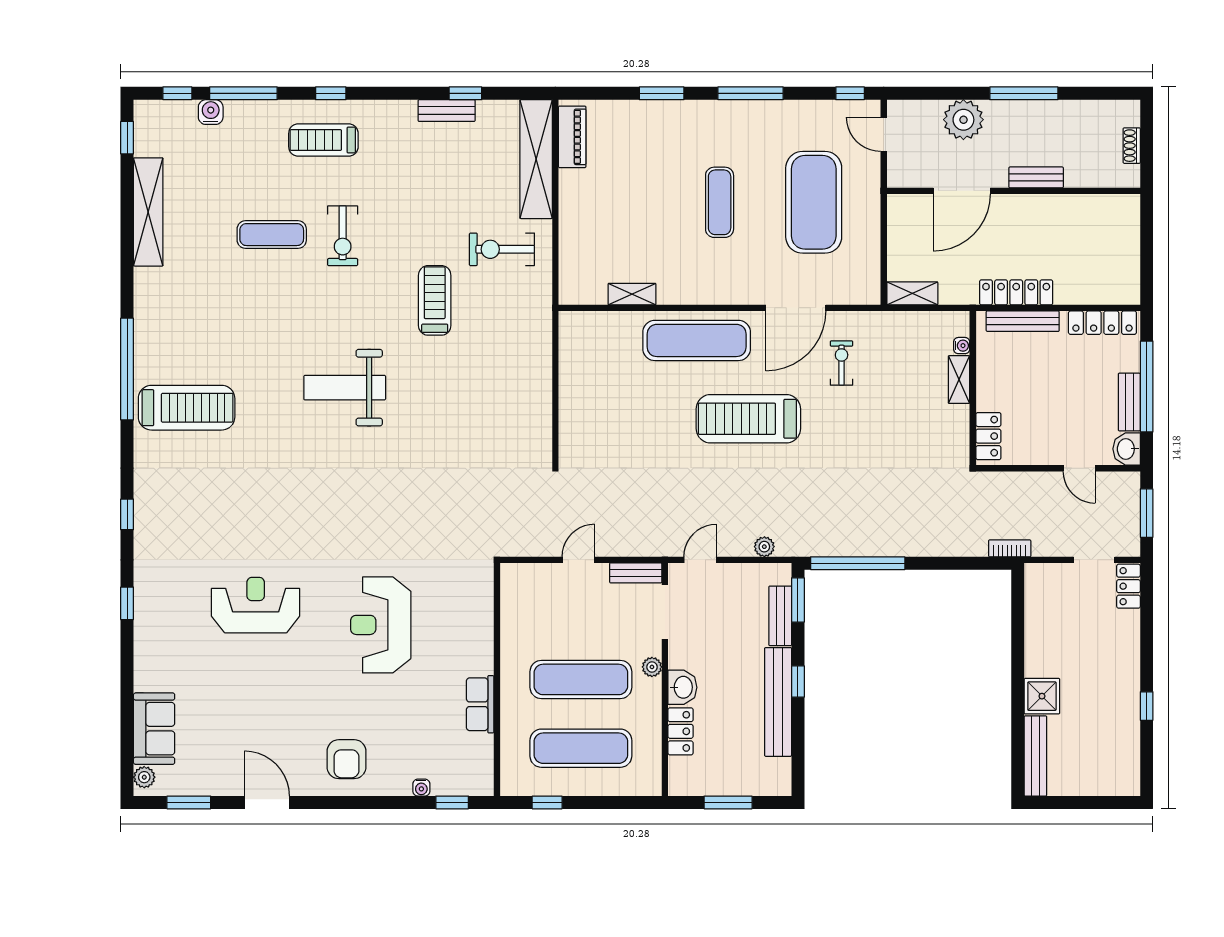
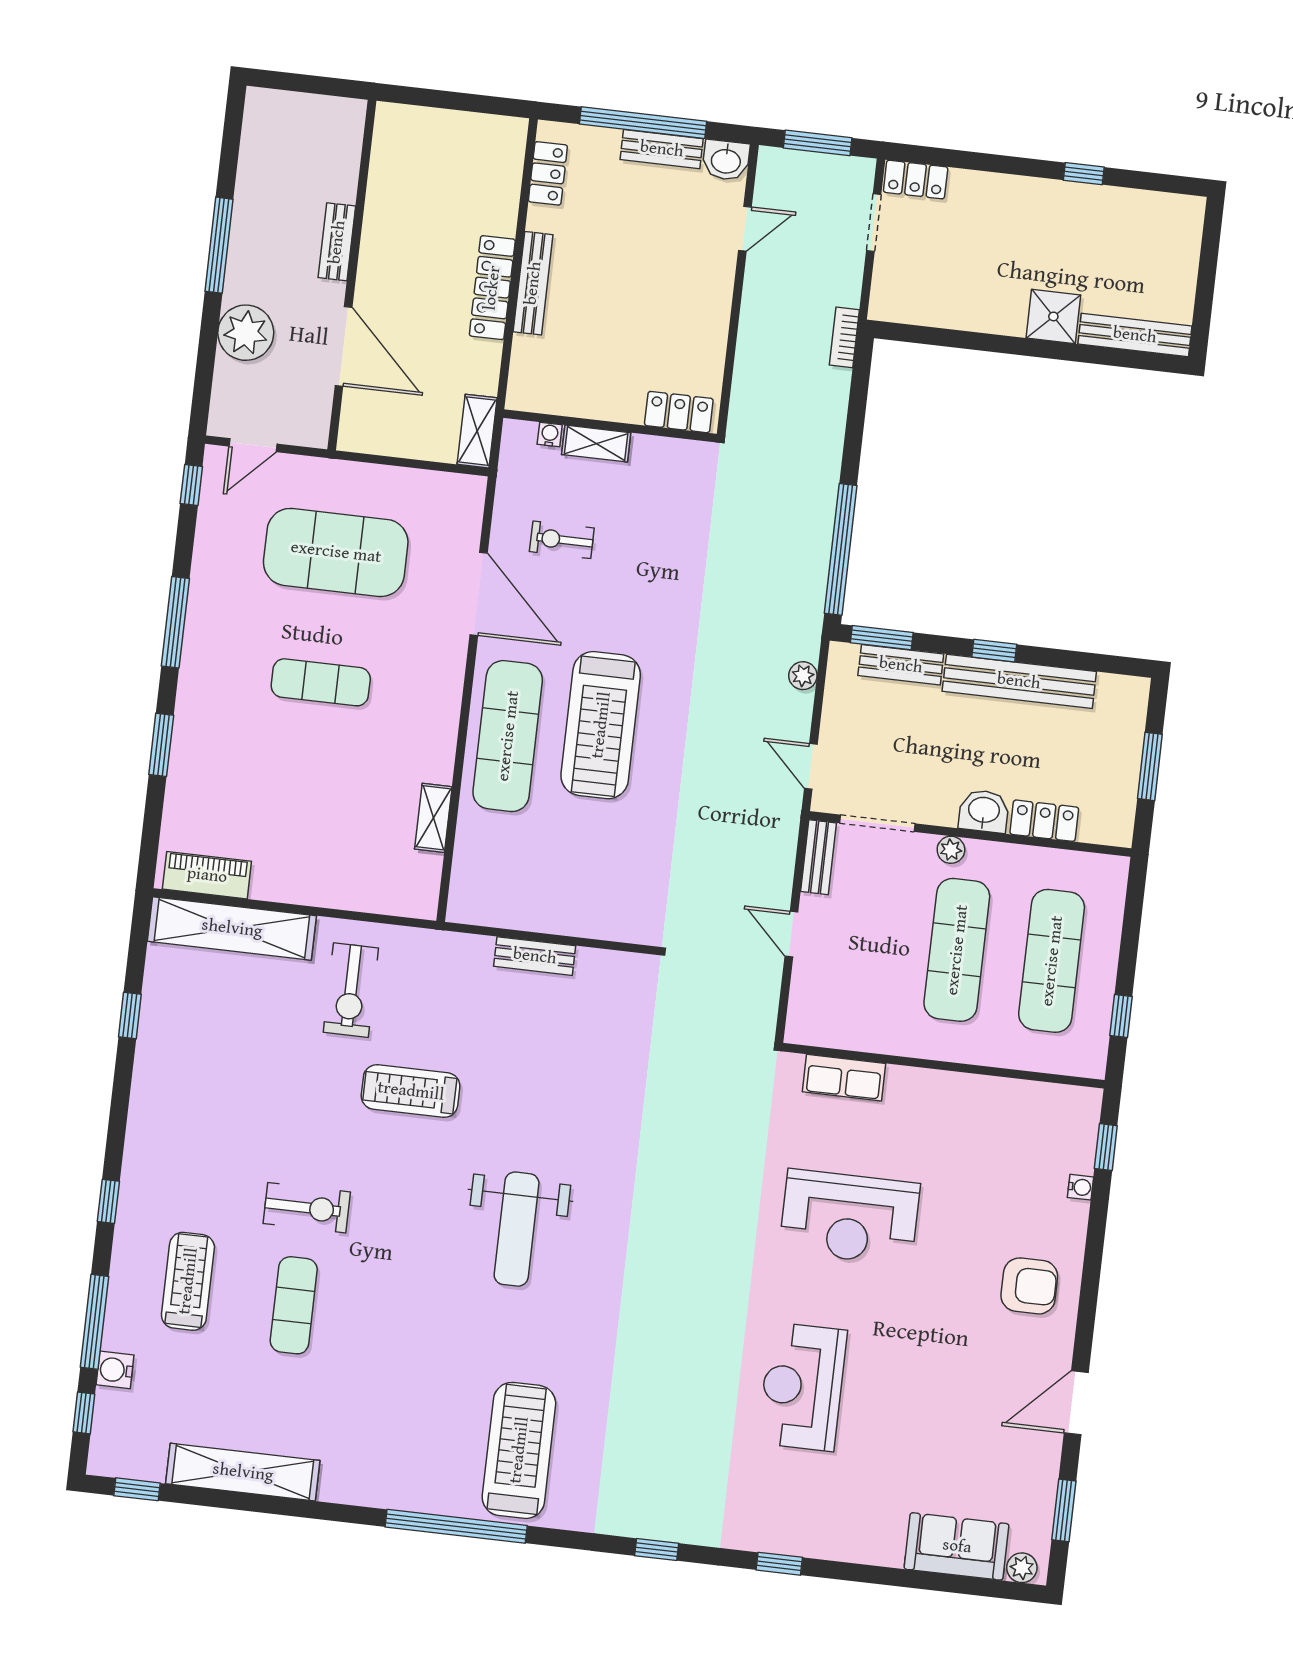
bench: (447, 111) -> (535, 956), moved, turned 90
treadmill: (323, 140) -> (188, 1281), moved, turned 180
shoe rack: (1132, 146) -> (308, 105), removed
locker: (1102, 323) -> (548, 173), width x0.66
water cooler: (962, 346) -> (550, 435), moved
shelving: (959, 380) -> (596, 444), moved
wall: (973, 388) -> (610, 426), moved
treadmill: (748, 419) -> (601, 725), moved
locker: (988, 436) -> (679, 412), moved
row of seats: (480, 704) -> (844, 1078), moved

